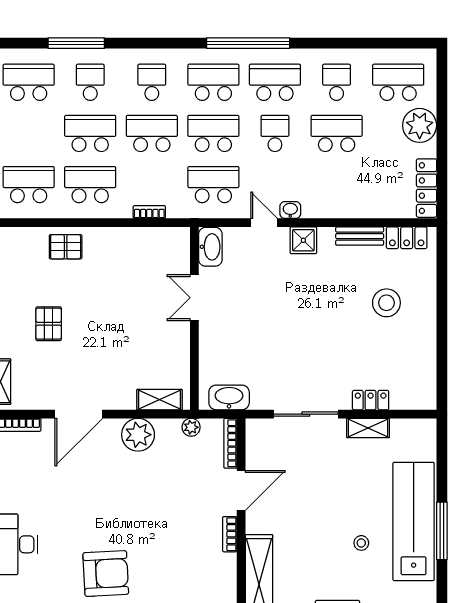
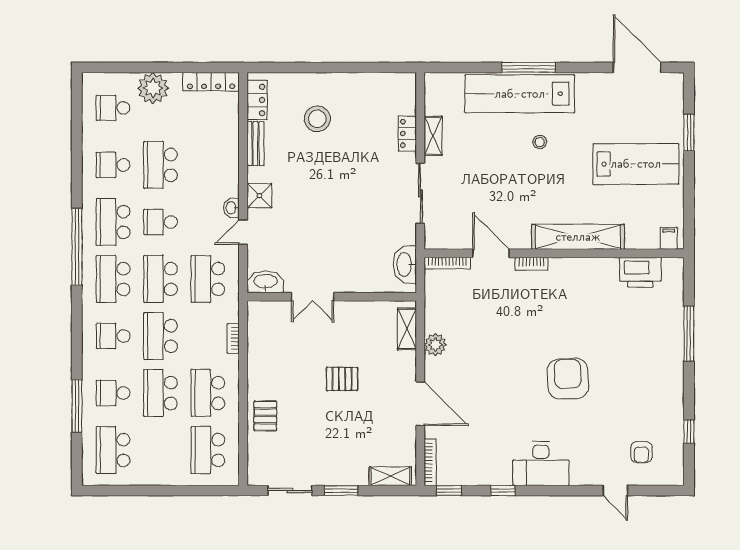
school desk: (398, 82) -> (113, 108), width x0.54
pallet: (49, 324) -> (342, 379), moved
plant: (191, 427) -> (432, 300), removed
plant: (138, 435) -> (435, 345), width x0.73, depth x0.73

